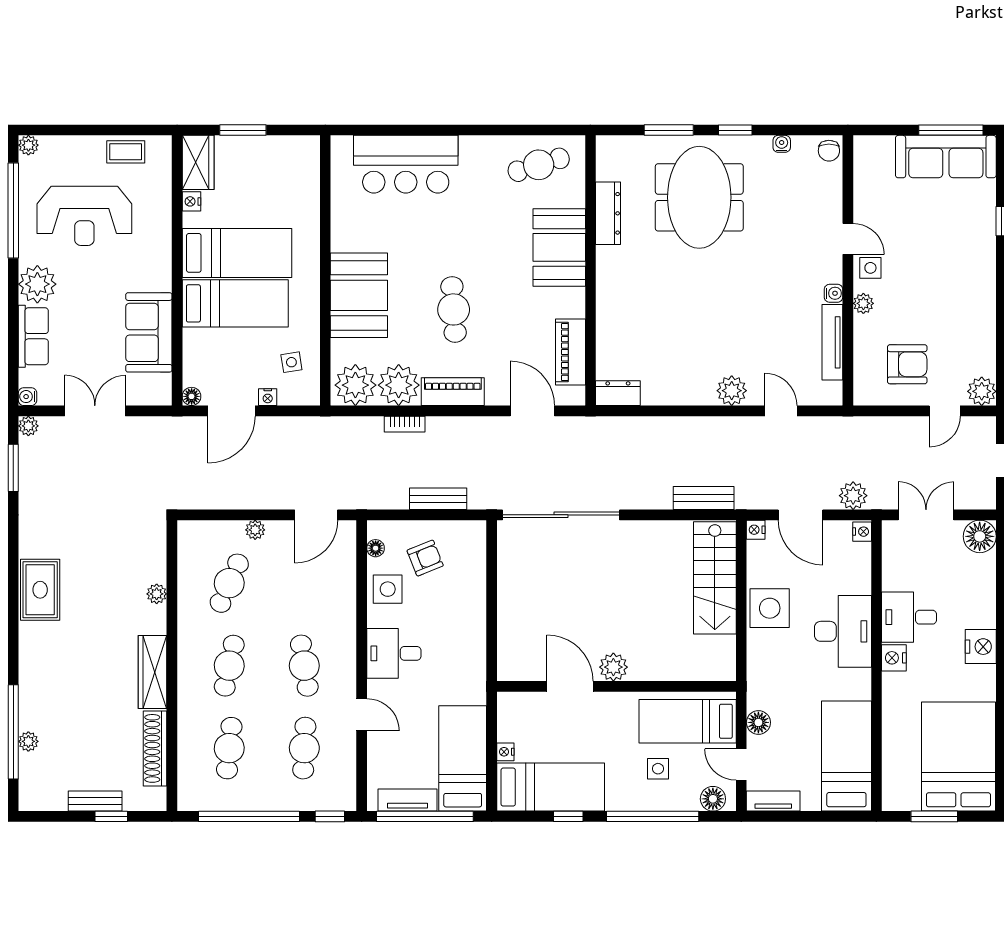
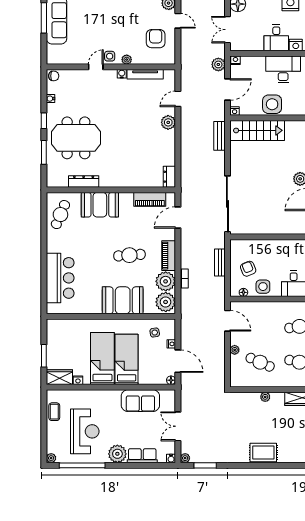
cafe table: (539, 165) -> (60, 215), turned 40

